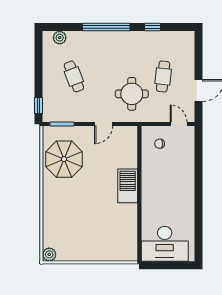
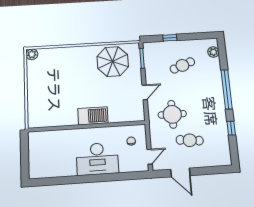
window: (38, 105) -> (170, 38), moved
door: (104, 124) -> (145, 92), swing flipped
desk: (165, 244) -> (97, 159), moved, turned -90

